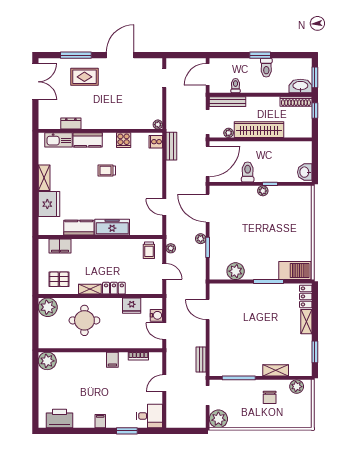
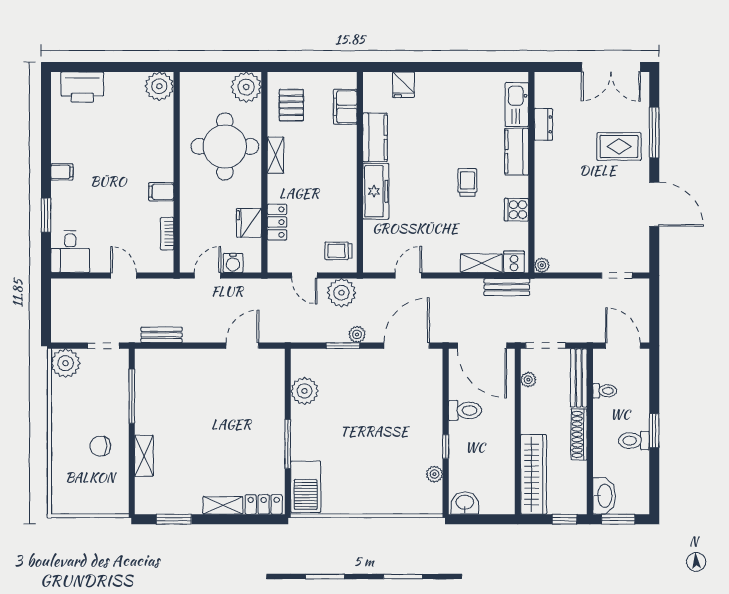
rug: (84, 77) -> (619, 146), turned 90
shoe rack: (296, 101) -> (579, 434), moved
wardrobe: (259, 130) -> (534, 474), moved
shelving: (44, 178) -> (481, 263), moved
plant: (263, 191) -> (434, 474), moved
fridge: (49, 204) -> (403, 85), width x0.53, depth x0.75
plant: (171, 248) -> (341, 293), width x1.88, depth x1.88
door: (164, 271) -> (304, 275), hinge flipped
locker: (114, 288) -> (277, 222), moved
round table: (84, 320) -> (225, 146), width x1.36, depth x1.36
plant: (297, 387) -> (118, 490), removed
printer: (60, 418) -> (82, 87), moved, turned 90

